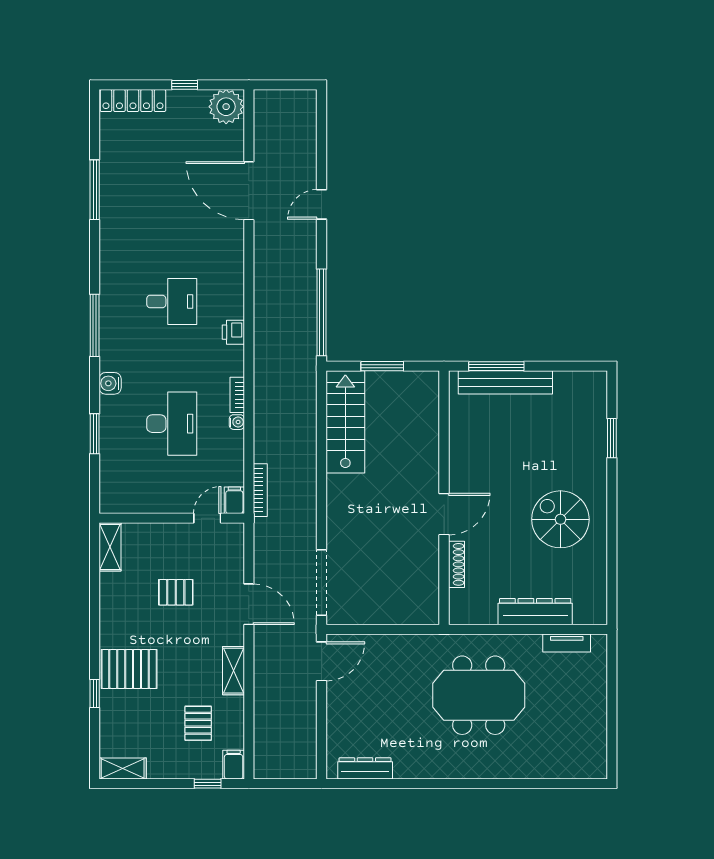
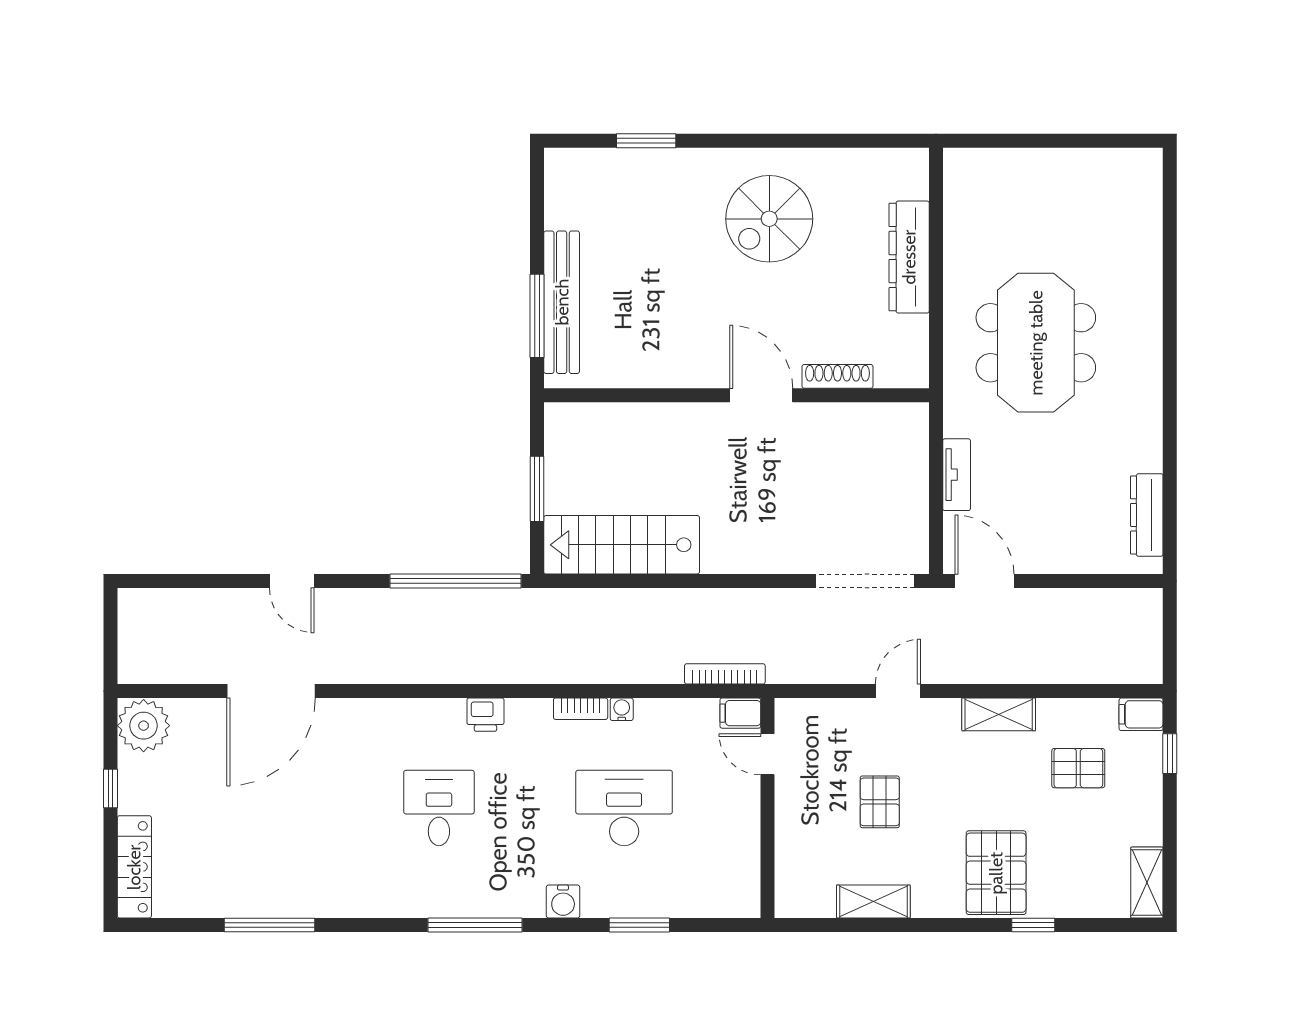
shelving: (110, 547) -> (873, 902), moved
door: (249, 604) -> (898, 691), width x0.73
tv unit: (567, 643) -> (957, 475), moved

